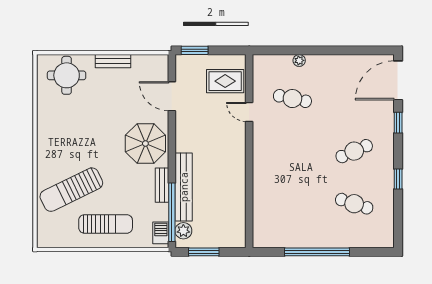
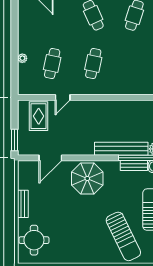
cafe table: (292, 151) -> (93, 64), added
bench: (162, 185) -> (134, 165), moved

